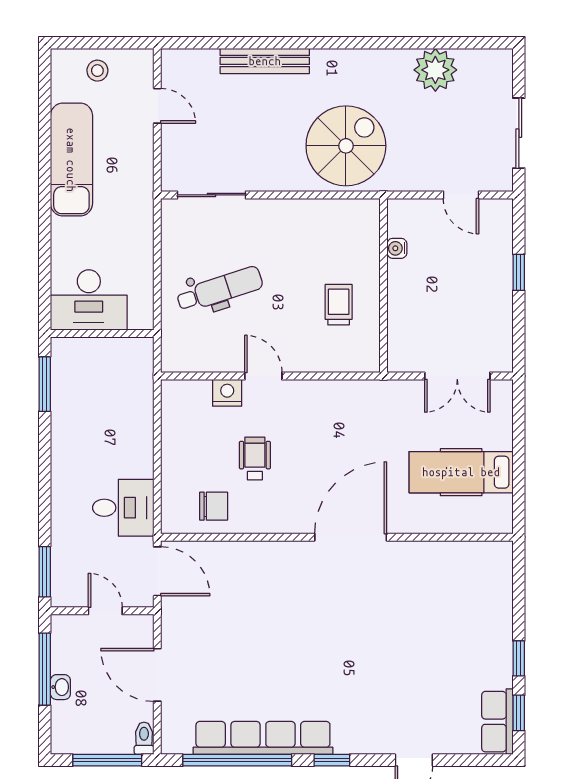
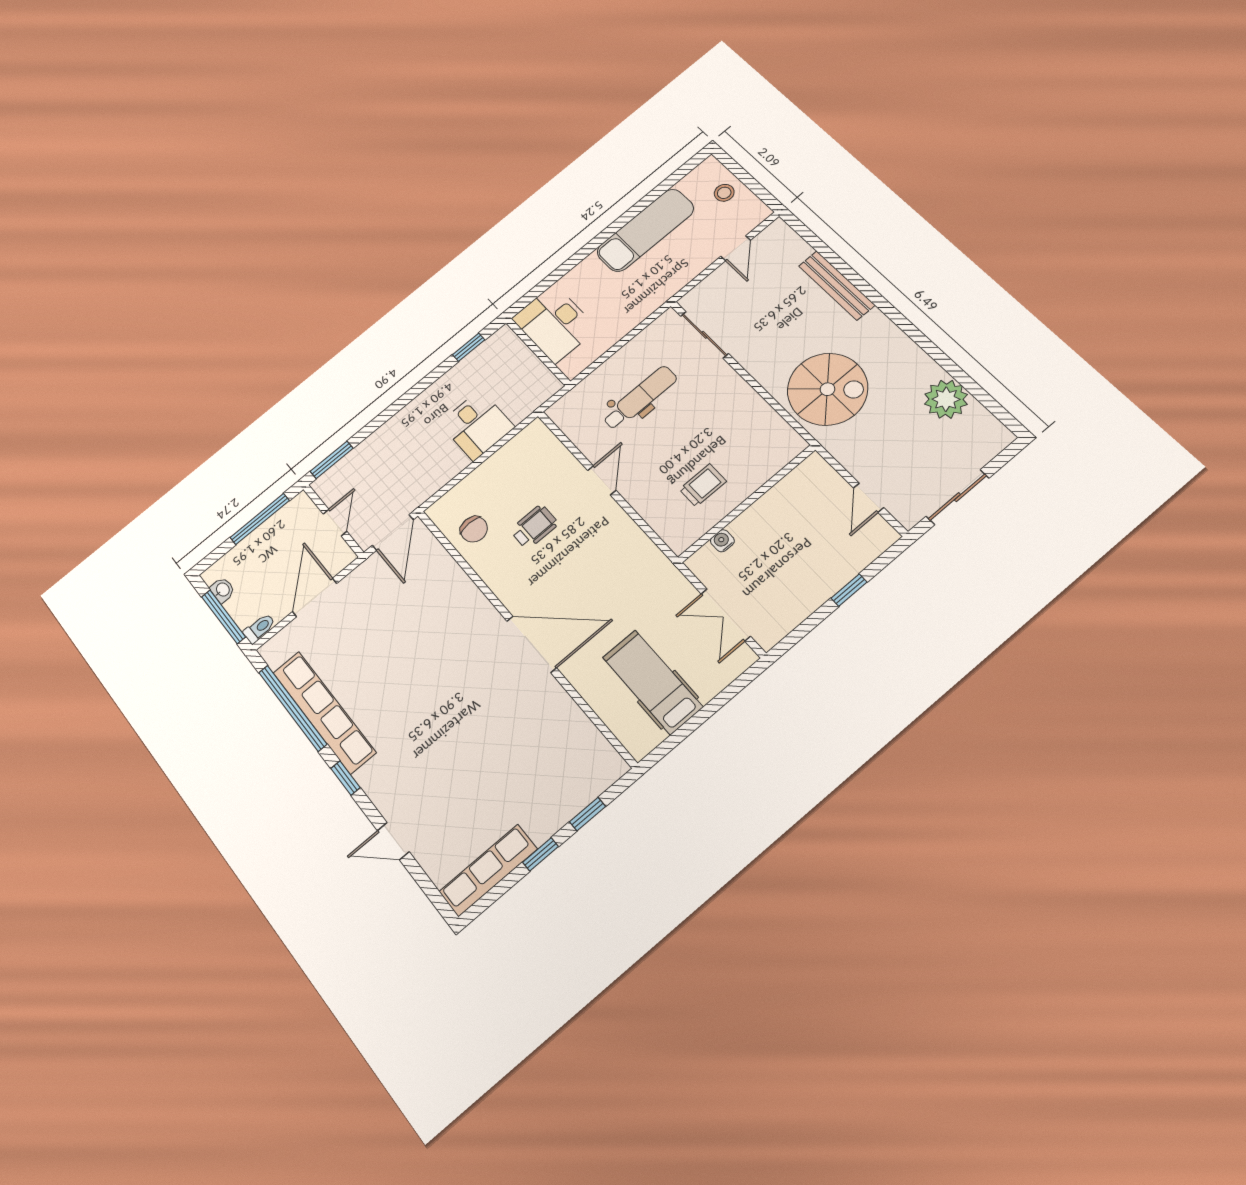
water cooler: (397, 248) -> (722, 541), moved
dental chair: (220, 289) -> (640, 398), turned -72
window: (45, 384) -> (469, 347), width x0.67
nightstand: (227, 393) -> (567, 467), removed
desk: (123, 508) -> (477, 425), moved
washbasin: (60, 687) -> (222, 590), moved, turned -90
window: (519, 713) -> (587, 814), moved
row of seats: (497, 722) -> (488, 870), width x1.48

